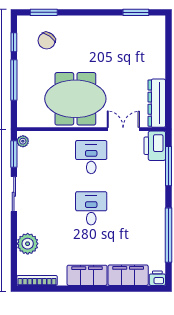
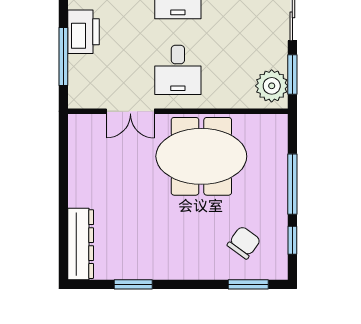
window: (136, 12) -> (133, 284), moved
dresser: (157, 103) -> (81, 244), moved
plant: (23, 141) -> (272, 86), width x1.88, depth x1.88
printer: (155, 146) -> (84, 32), moved

